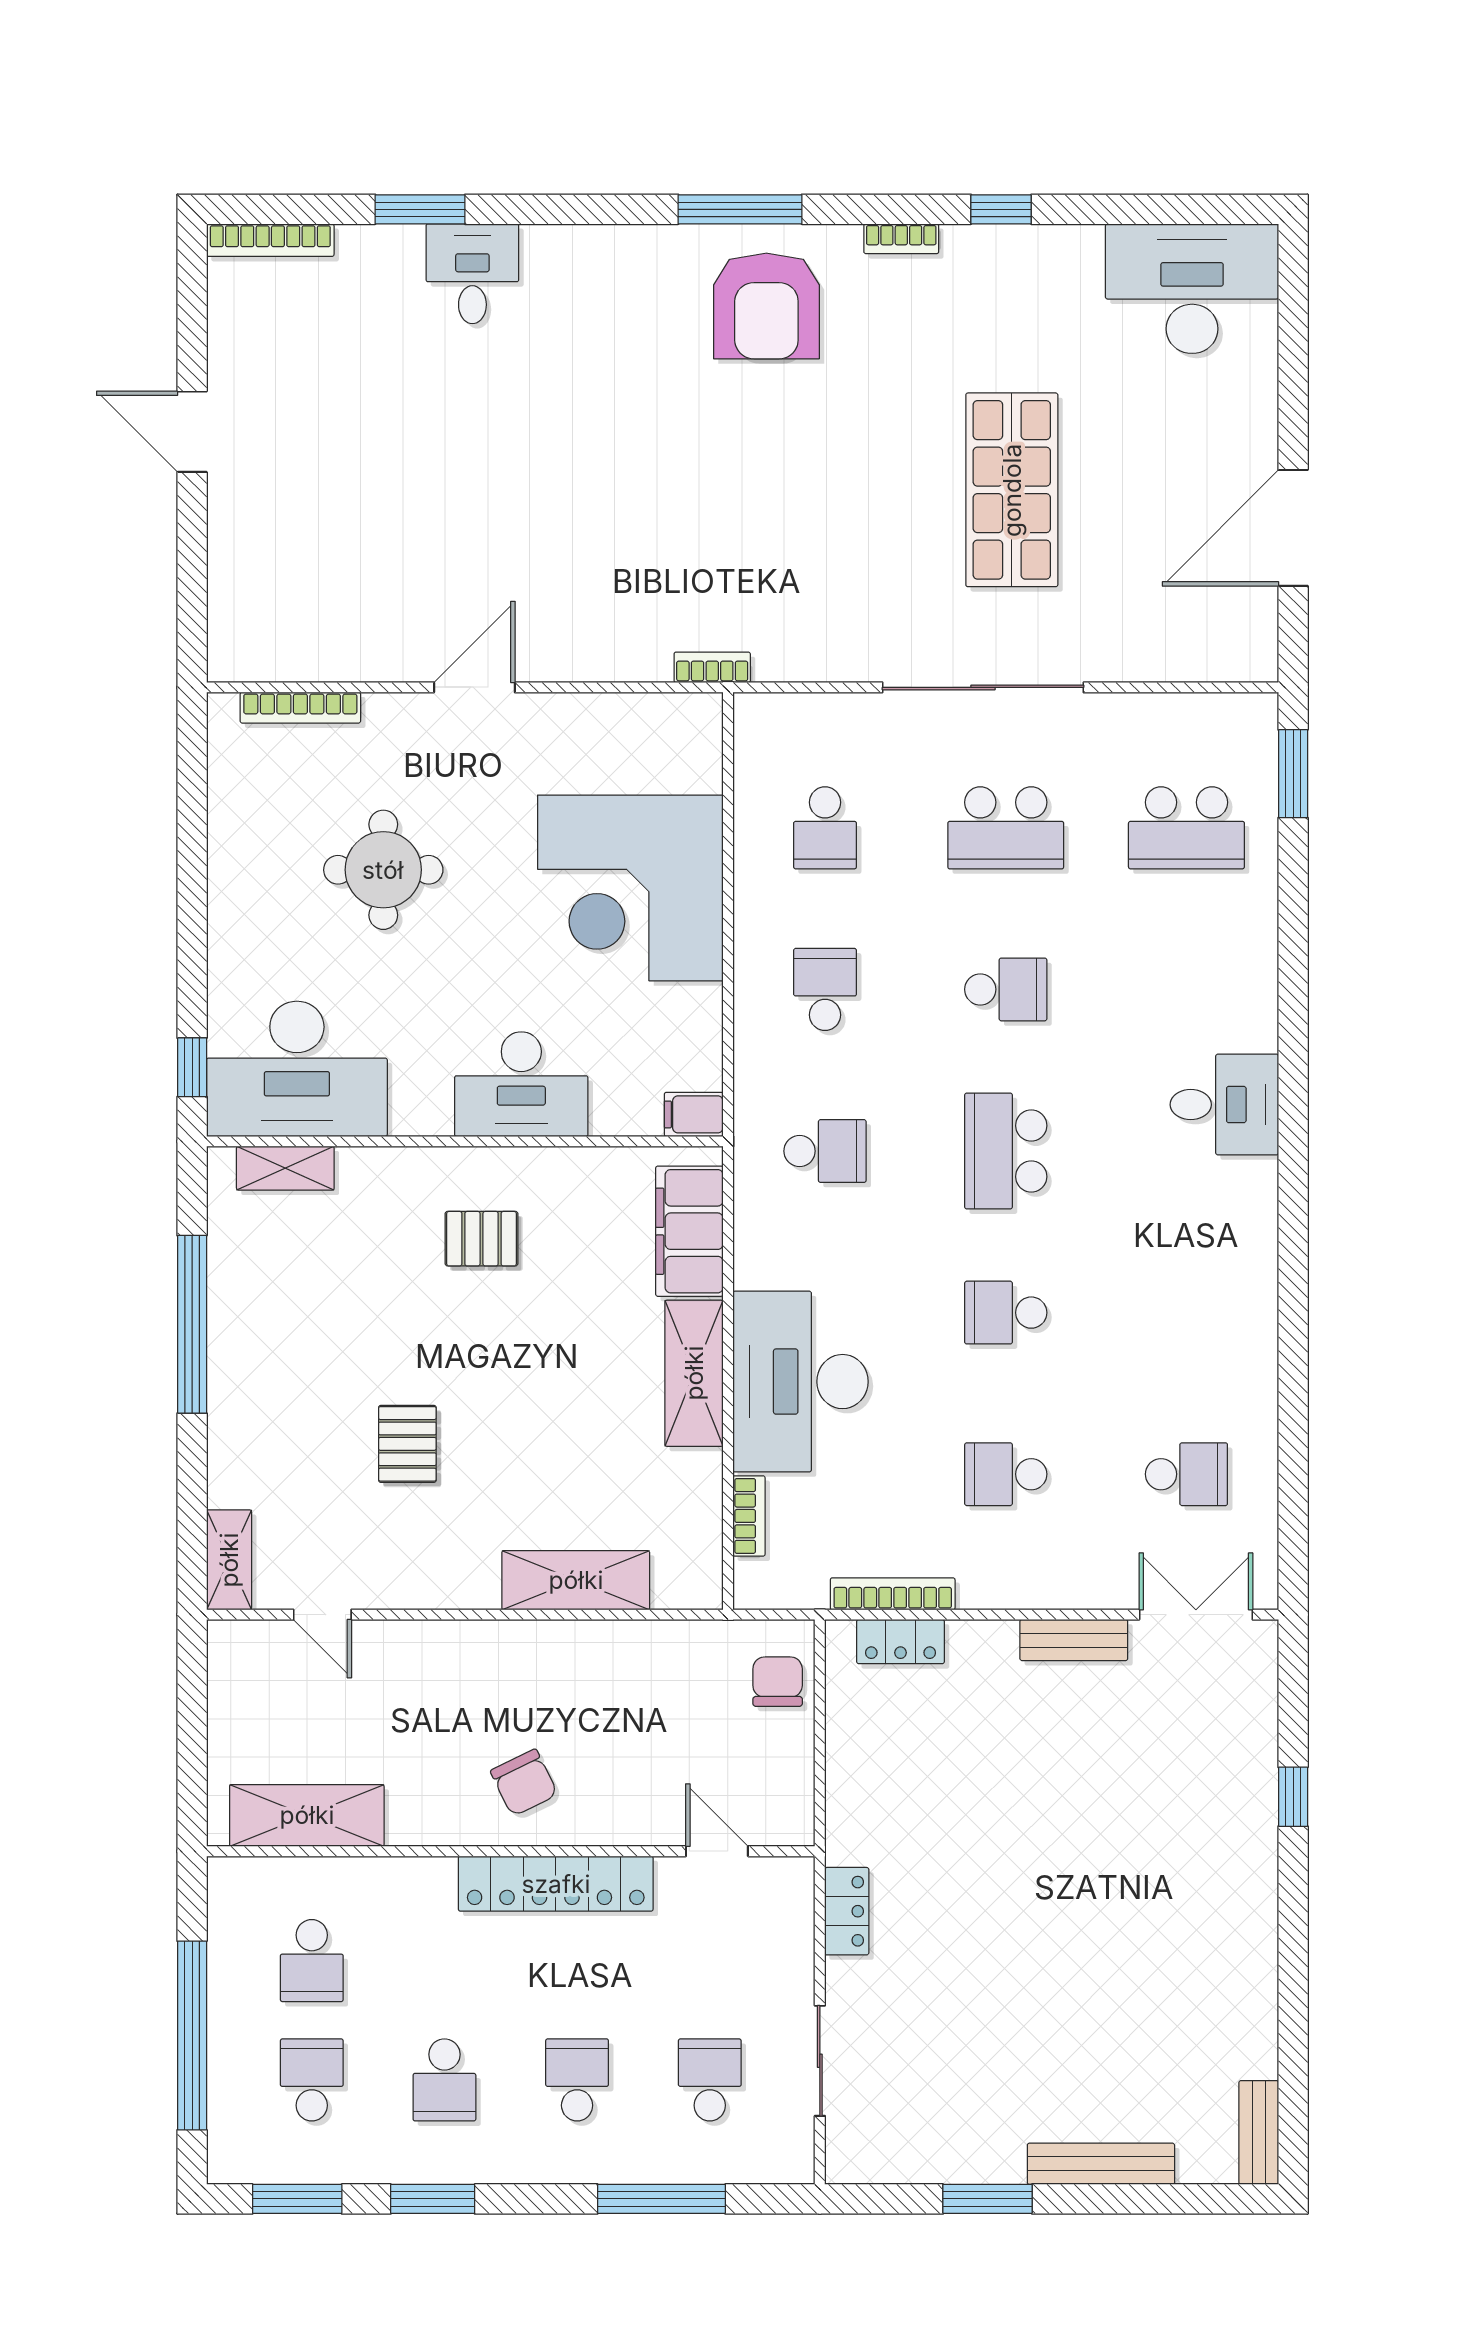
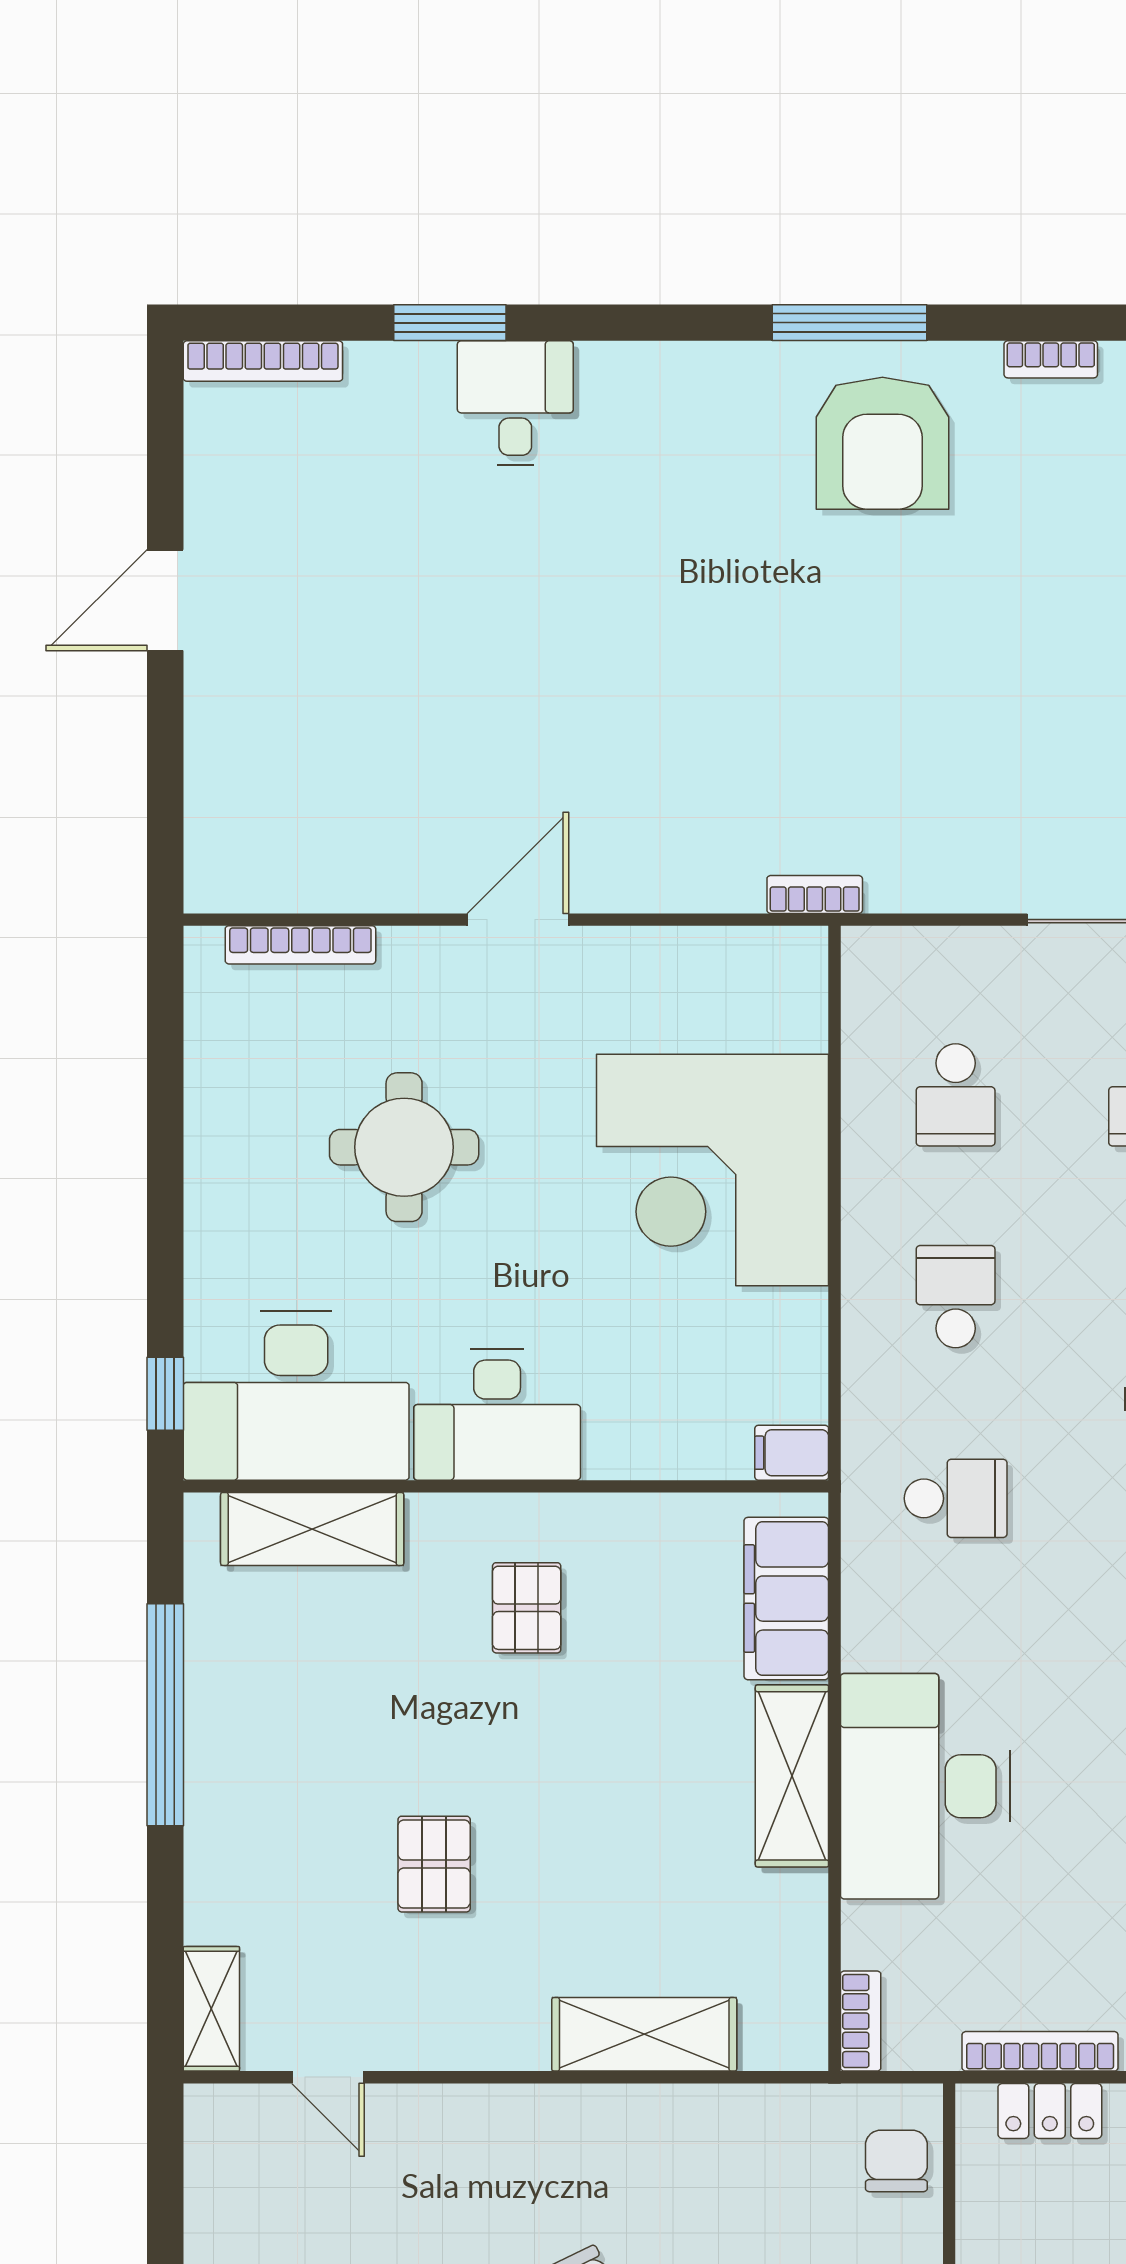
door: (192, 432) -> (165, 600), hinge flipped
desk: (521, 1084) -> (497, 1415), moved
shelving: (285, 1168) -> (312, 1529), width x1.50, depth x1.33
pallet: (482, 1239) -> (527, 1608), turned 90
bookcase: (749, 1516) -> (861, 2021), moved

